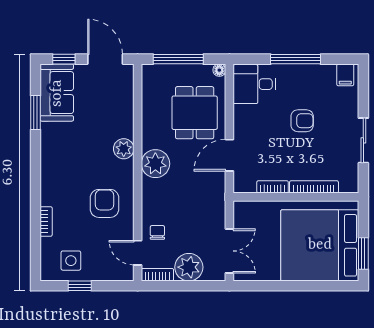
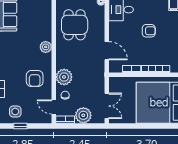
dining table: (195, 113) -> (75, 25), moved
door: (229, 155) -> (107, 51), swing flipped
plant: (155, 164) -> (64, 77), moved
armchair: (105, 203) -> (35, 79), turned 180

